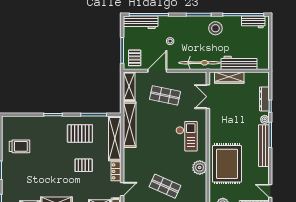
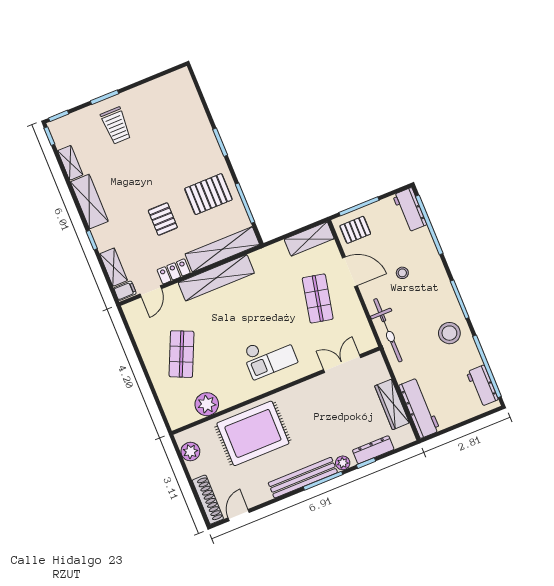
workbench: (141, 22) -> (410, 210), width x0.73
workbench: (239, 63) -> (419, 408), moved
wardrobe: (229, 78) -> (392, 404), moved
shelving: (130, 125) -> (216, 278), moved
pallet: (80, 133) -> (208, 194), turned 90
trolley: (20, 146) -> (116, 126), moved
plant: (200, 168) -> (207, 404), moved
door: (122, 189) -> (151, 291), hinge flipped

